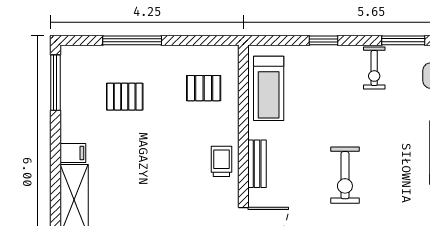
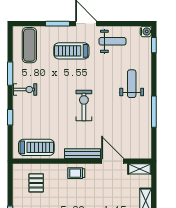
bench: (257, 164) -> (82, 154), width x1.36
exercise bike: (345, 175) -> (84, 106), turned -90

